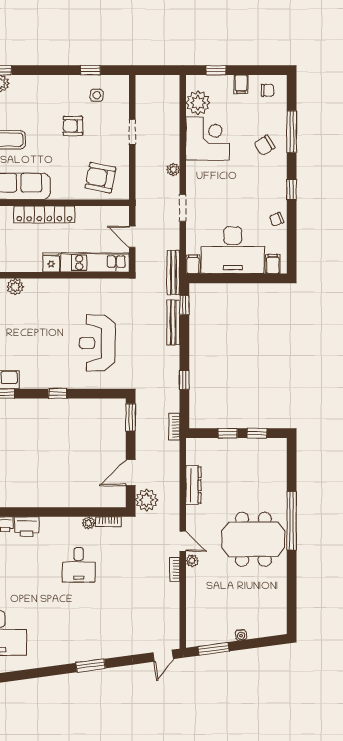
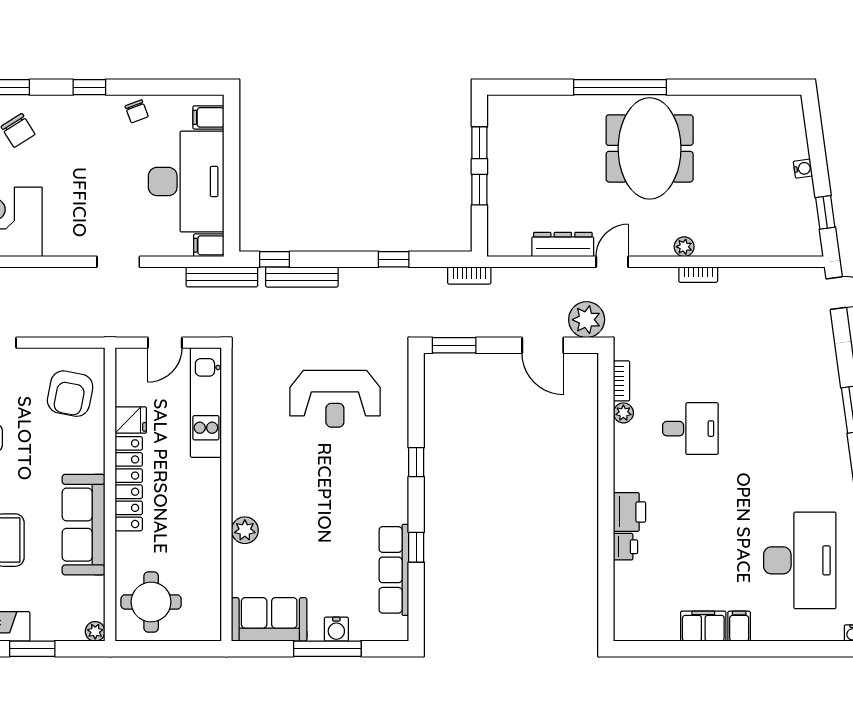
plant: (173, 170) -> (57, 277), removed
fridge: (51, 262) -> (131, 420), moved, turned 180
door: (183, 541) -> (612, 262), moved
window: (214, 649) -> (825, 212), width x0.67

